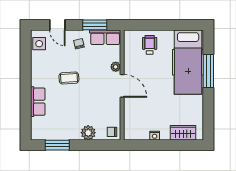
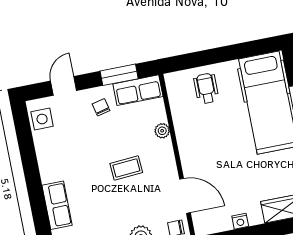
door: (57, 25) -> (64, 86), swing flipped
coffee table: (69, 78) -> (126, 168), moved
door: (122, 86) -> (185, 196), moved

